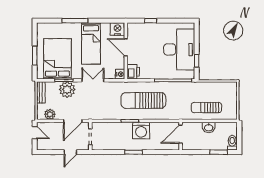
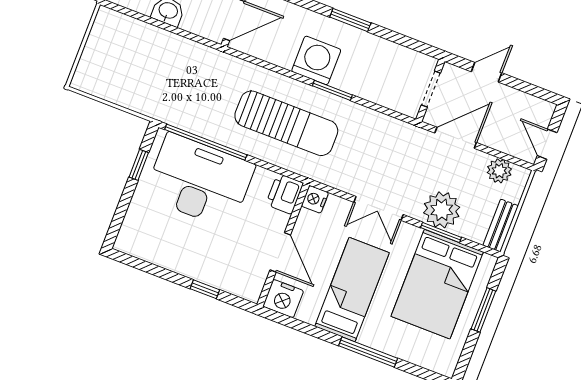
desk: (179, 49) -> (200, 181), moved, turned 90
sun lounger: (206, 108) -> (156, 56), removed

